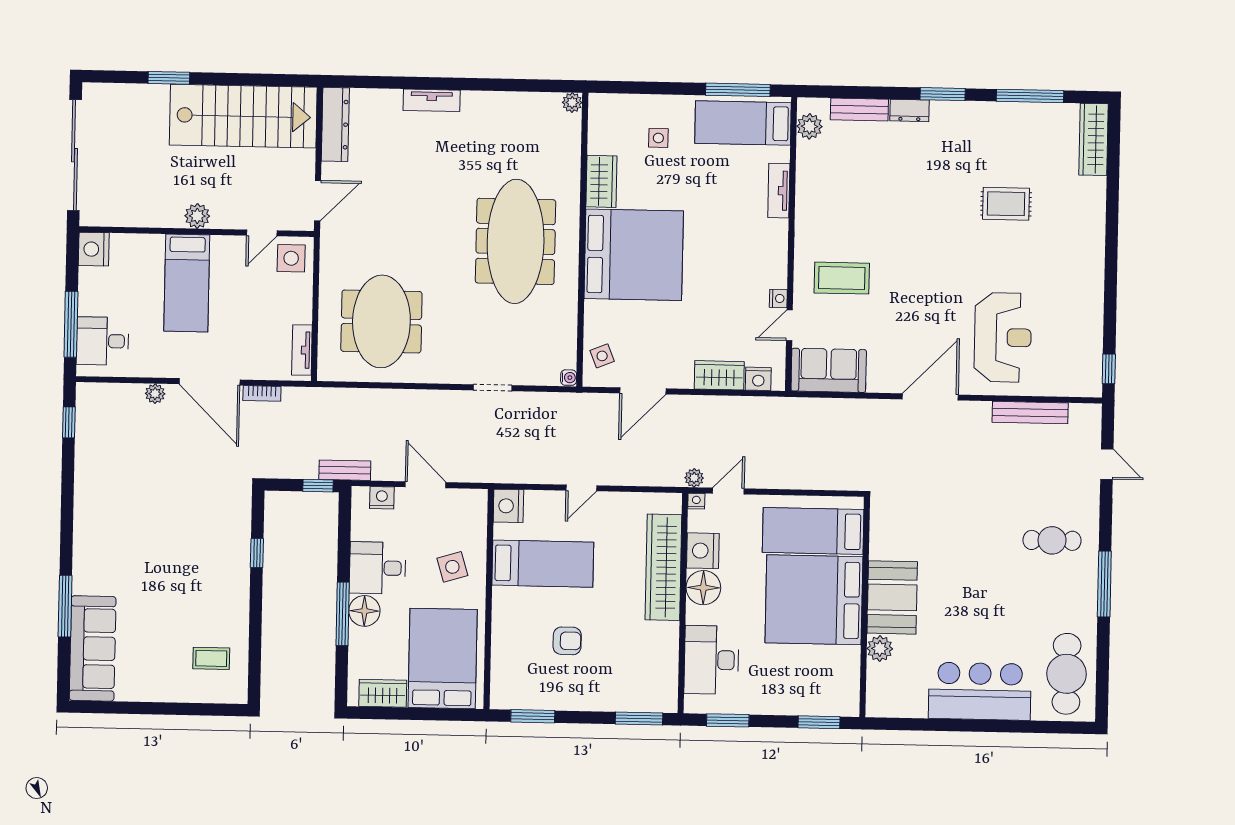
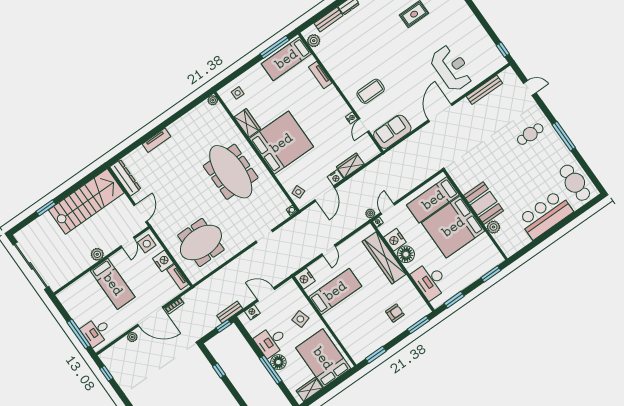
side table: (658, 138) -> (238, 93), moved
nightstand: (94, 249) -> (163, 261), moved, turned 180
meeting table: (381, 321) -> (201, 242), turned 90
nightstand: (758, 379) -> (335, 178), moved
armchair: (567, 641) -> (395, 313), moved

